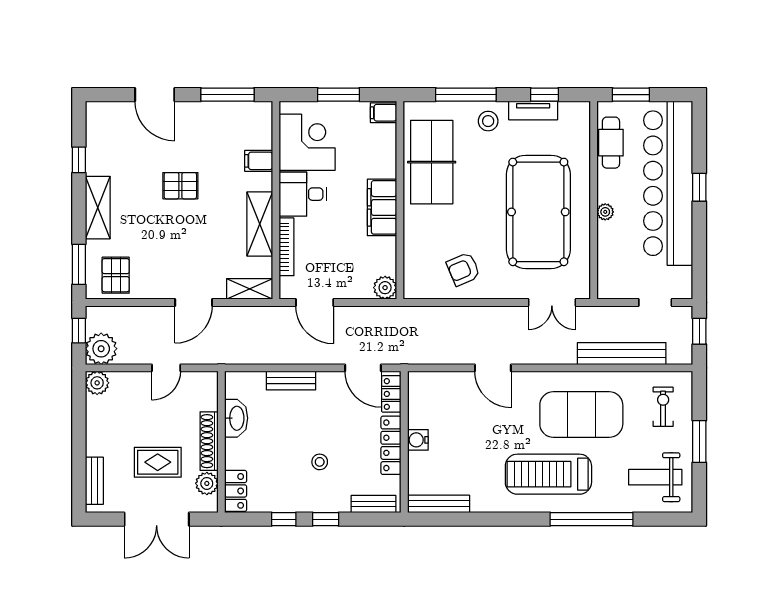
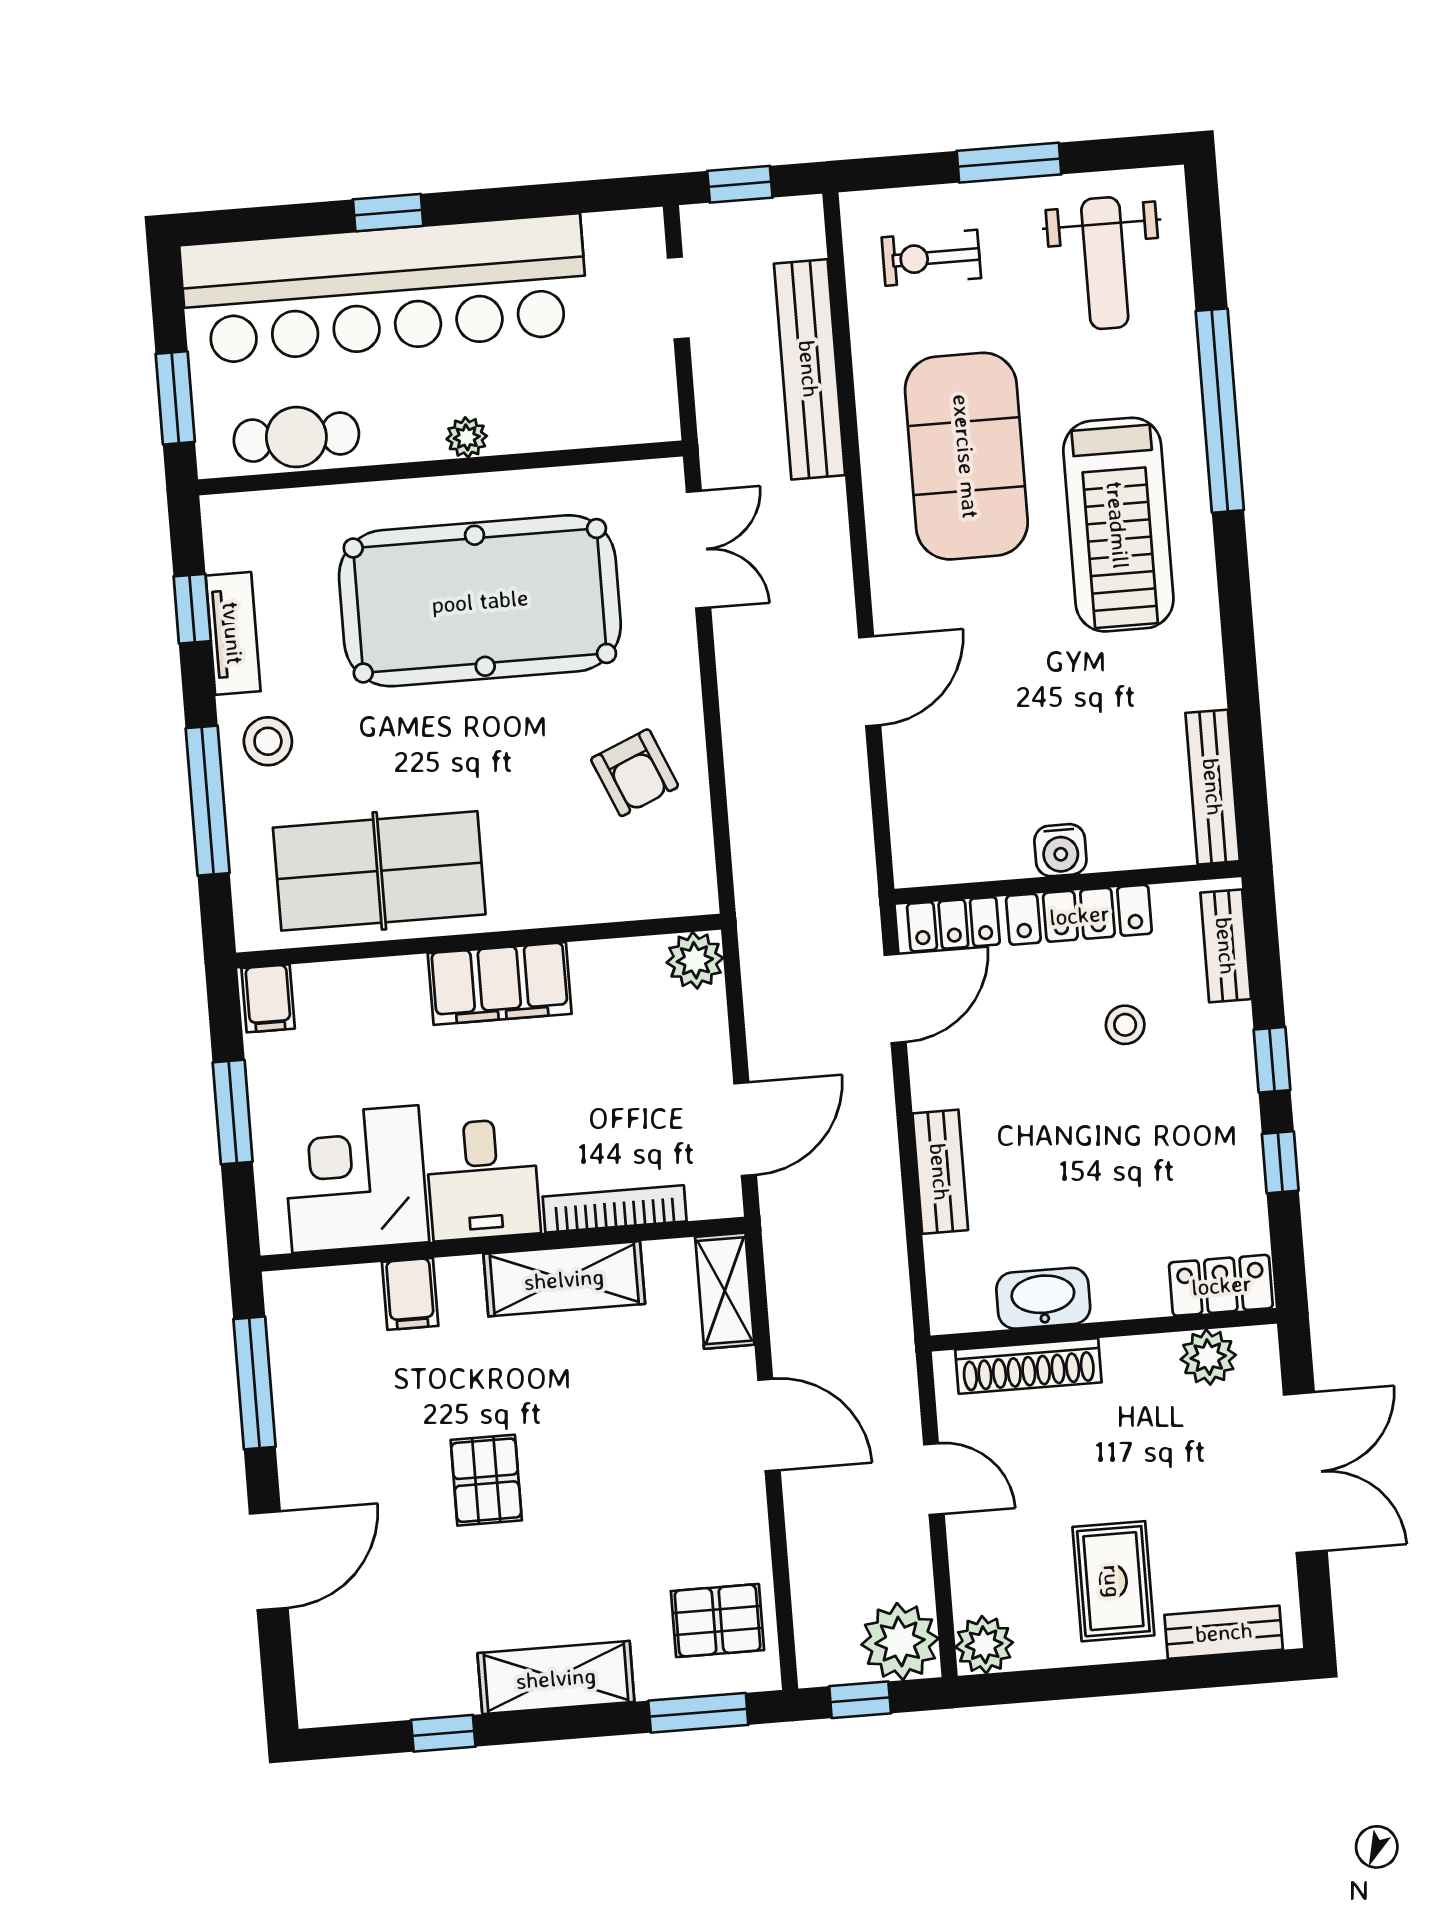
shoe rack: (209, 441) -> (1028, 1366), moved
rug: (158, 462) -> (1113, 1581), moved
stool: (320, 462) -> (1125, 1025), moved

